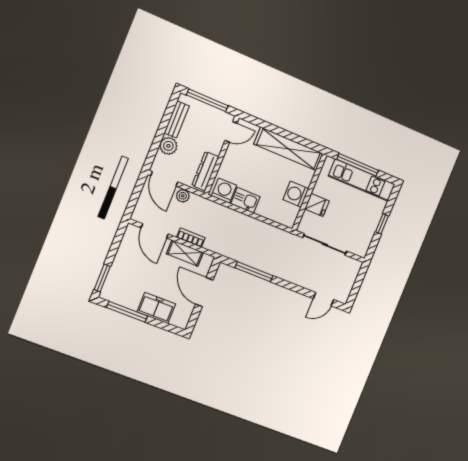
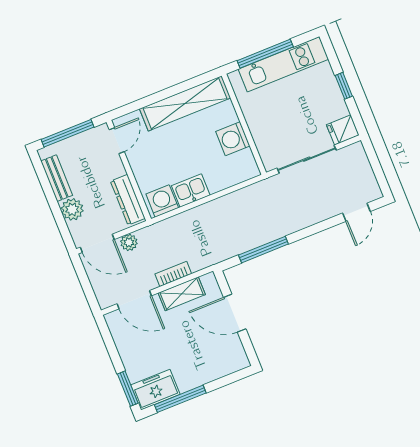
fridge: (317, 205) -> (343, 130), moved, turned 180
freezer: (156, 308) -> (155, 390), moved

